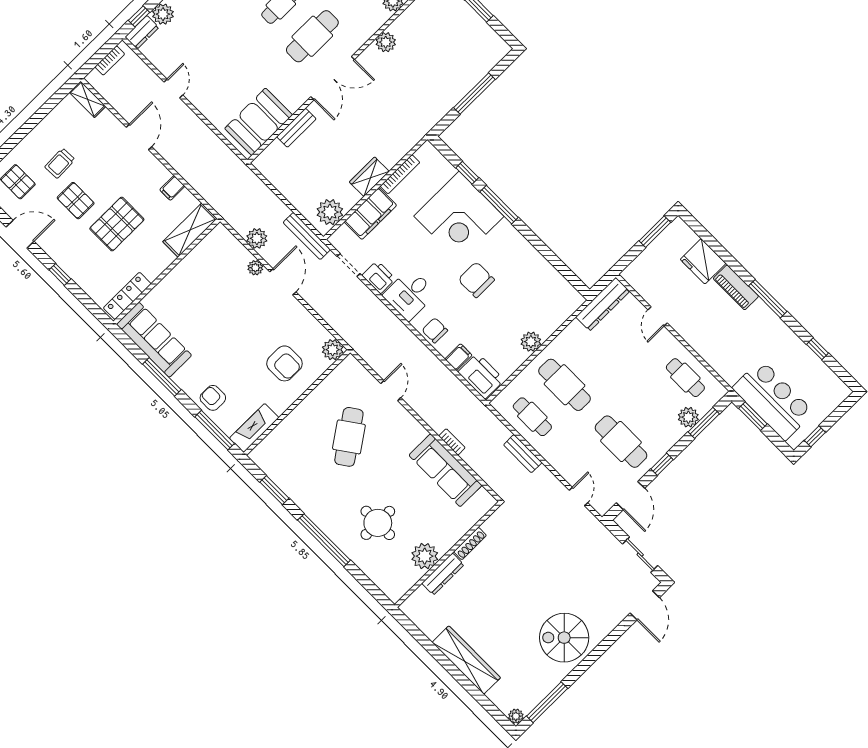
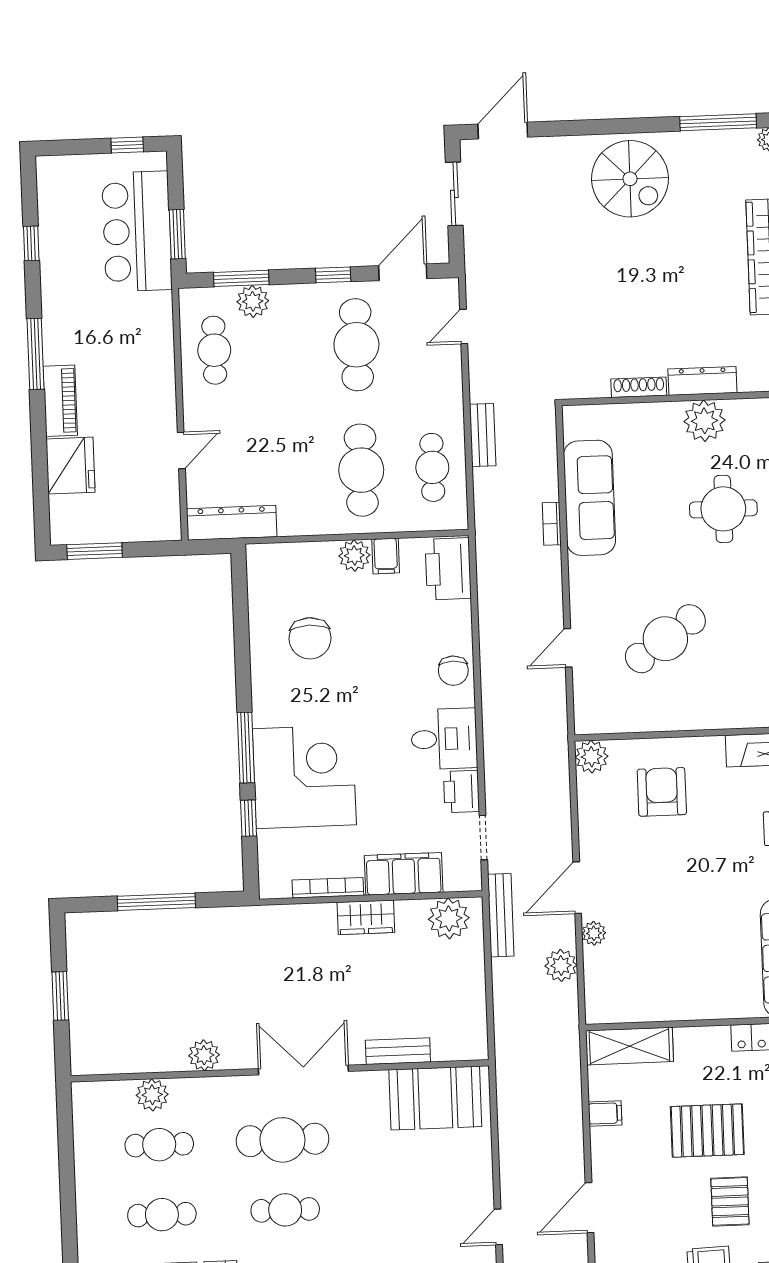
chair: (476, 280) -> (310, 638), moved
filing cabinet: (458, 357) -> (386, 556), moved, turned -90

